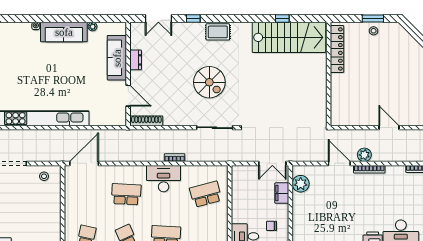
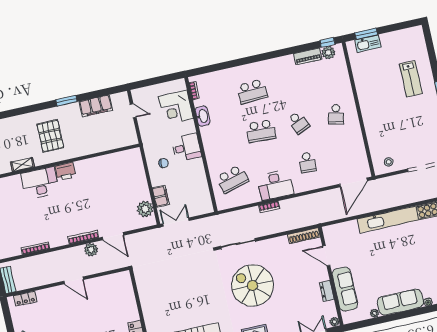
plant: (135, 27) -> (334, 322), added
spiral stairs: (209, 82) -> (253, 285), width x1.37, depth x1.37
school desk: (126, 194) -> (307, 162), width x0.54

